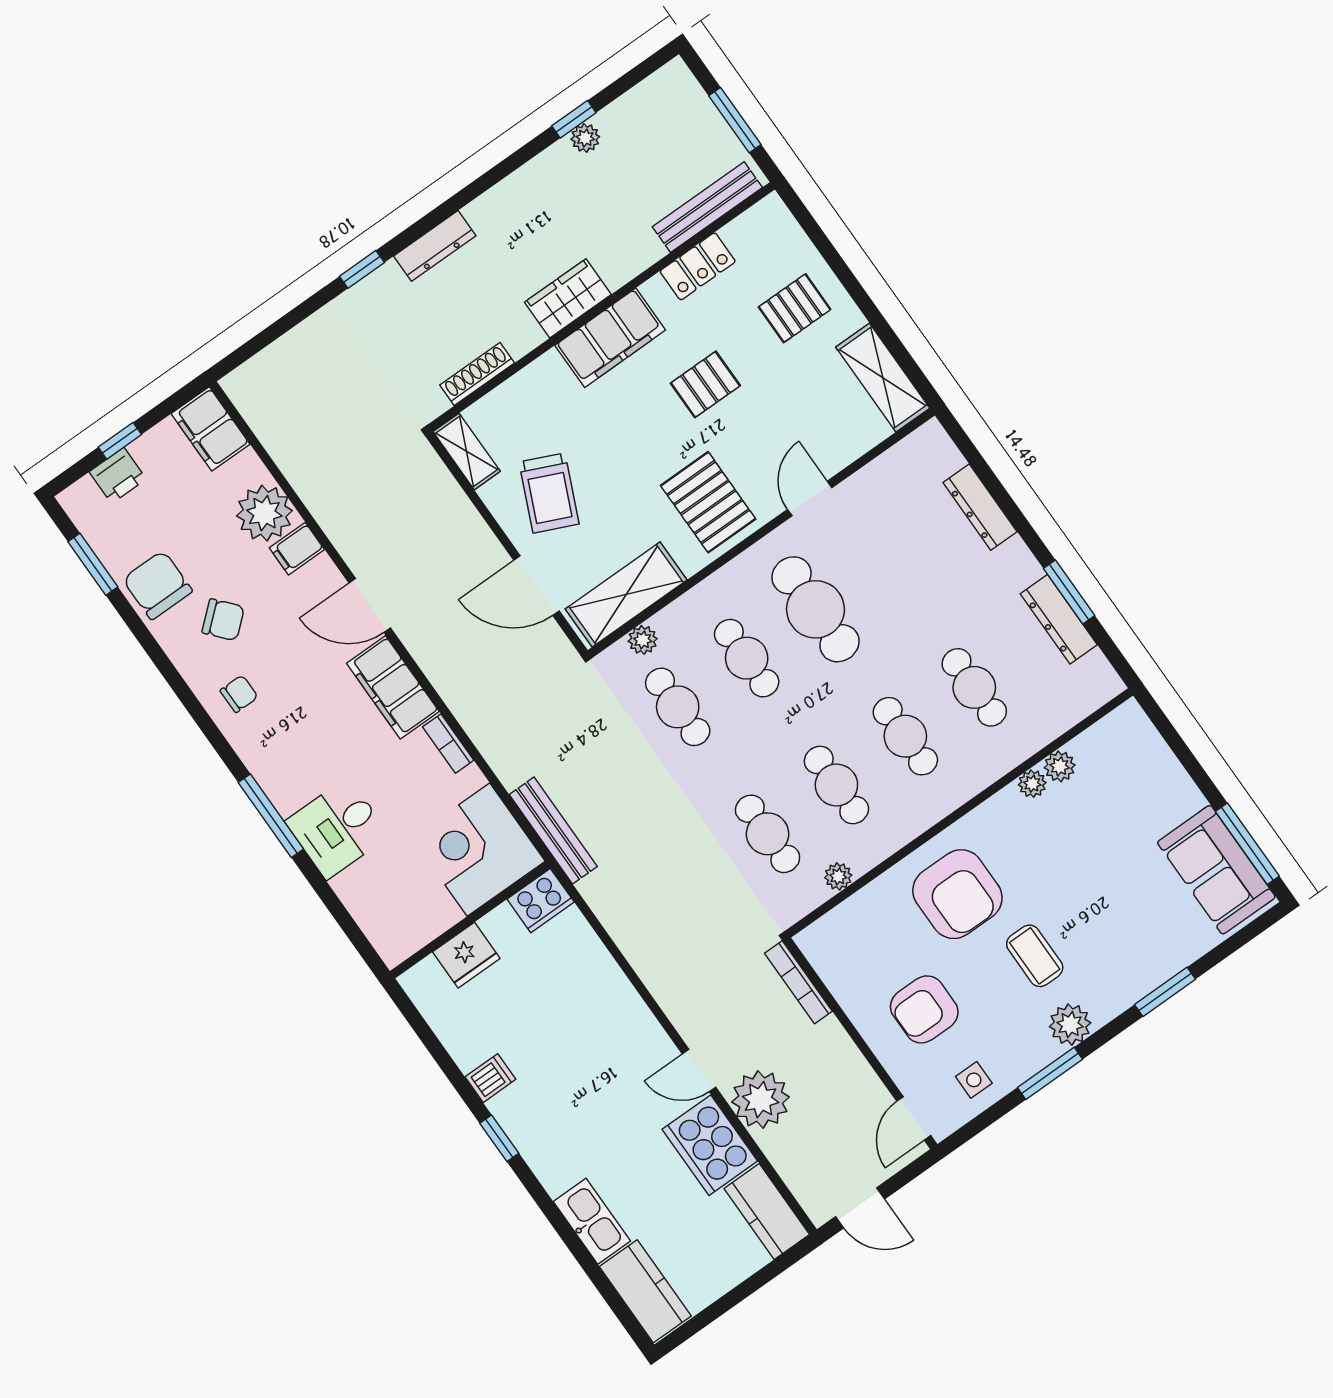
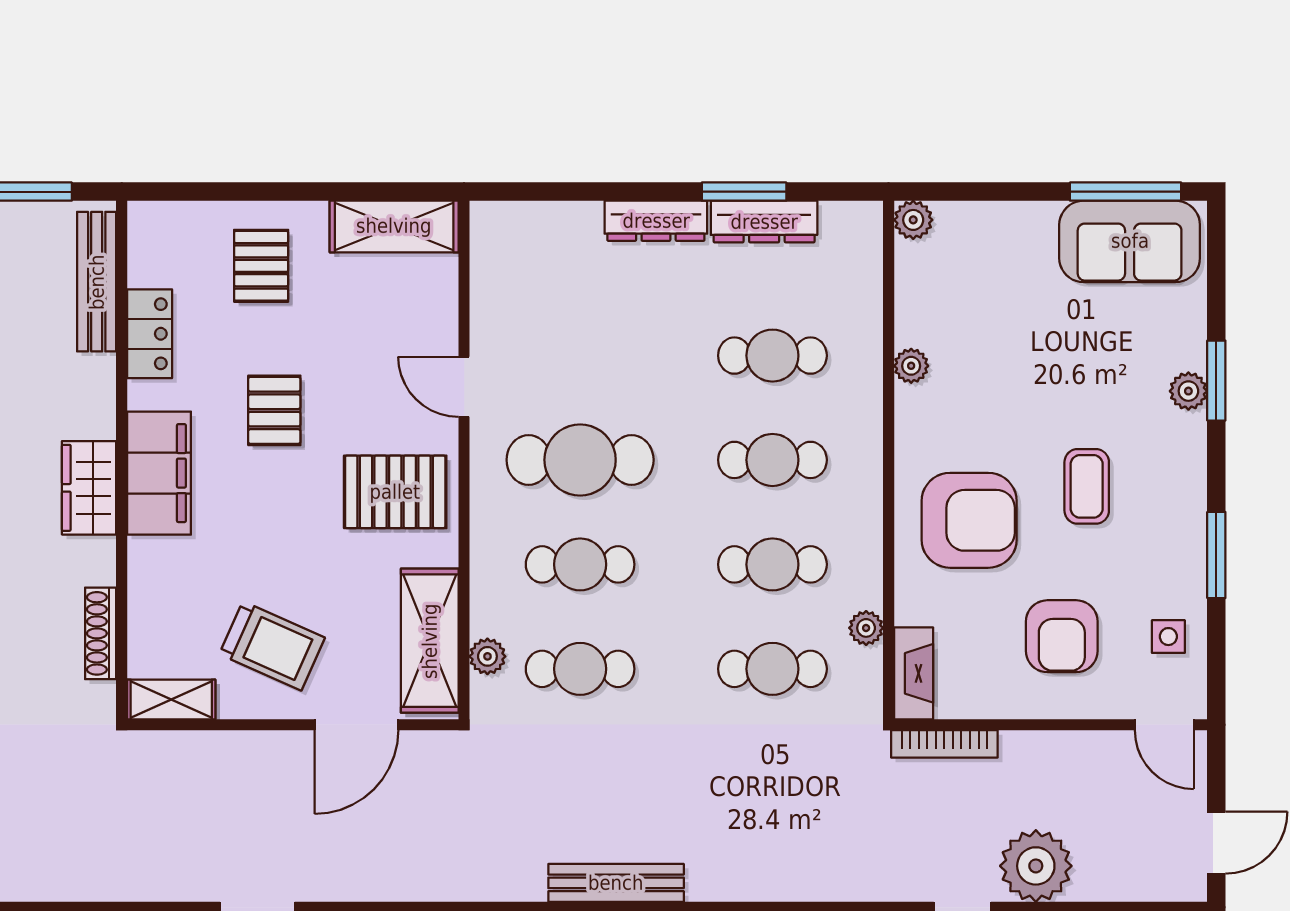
dresser: (980, 507) -> (656, 221), moved
plant: (1060, 766) -> (913, 220), moved
fireplace: (831, 929) -> (914, 673), added
coffee table: (1035, 956) -> (1087, 486), turned 90
plant: (1070, 1025) -> (1188, 391), moved, width x0.73, depth x0.73

